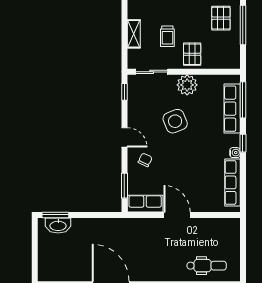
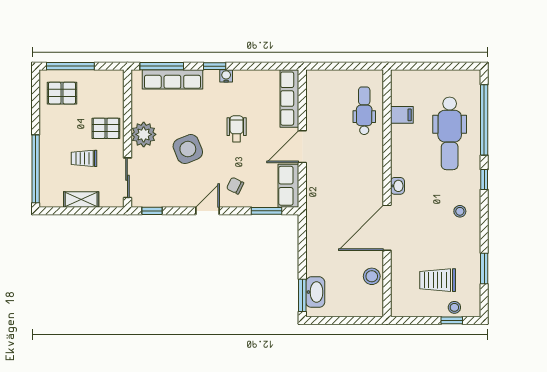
trolley: (167, 36) -> (84, 158), turned 180
wheelchair: (192, 161) -> (237, 129), added
row of seats: (232, 182) -> (289, 99), moved, turned 90
stool: (71, 272) -> (372, 276), added

